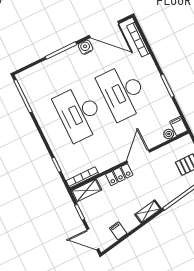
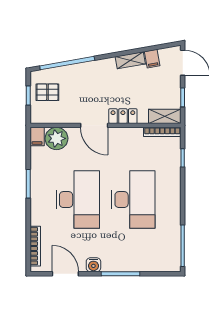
door: (104, 29) -> (65, 274), width x0.73
plant: (169, 134) -> (56, 138), width x1.88, depth x1.88
door: (138, 156) -> (94, 125), hinge flipped
shelving: (148, 212) -> (130, 60), moved

